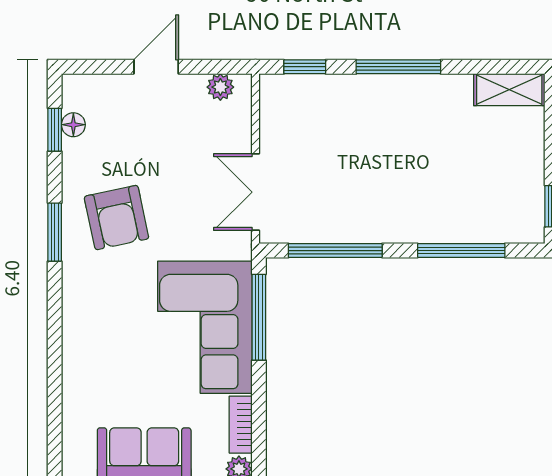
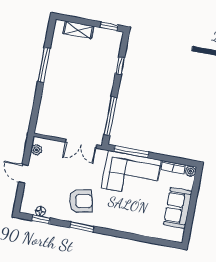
window: (305, 67) -> (35, 114), removed
window: (398, 67) -> (44, 65), moved
shelving: (509, 90) -> (78, 30), moved, turned 90
window: (461, 251) -> (120, 66), width x0.46

